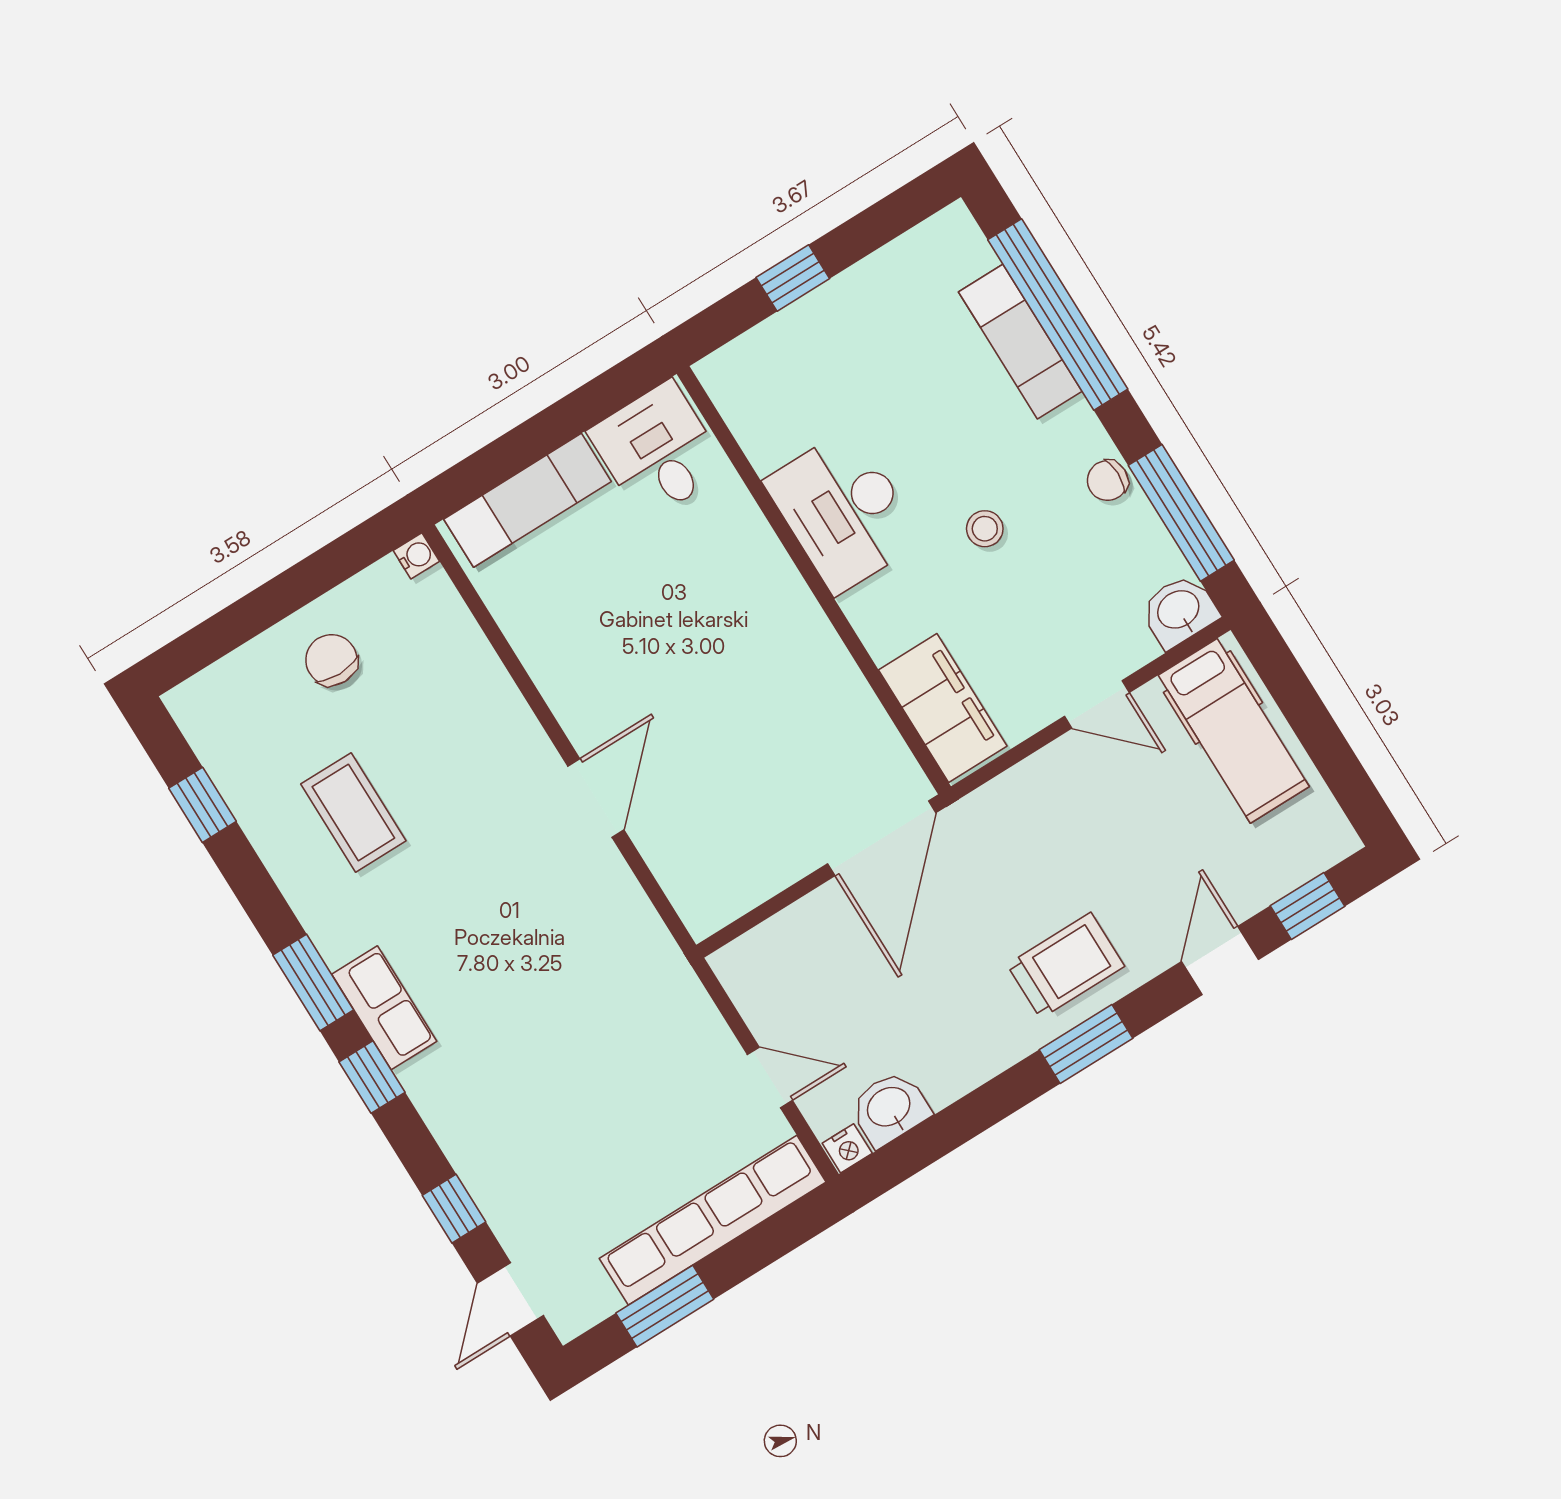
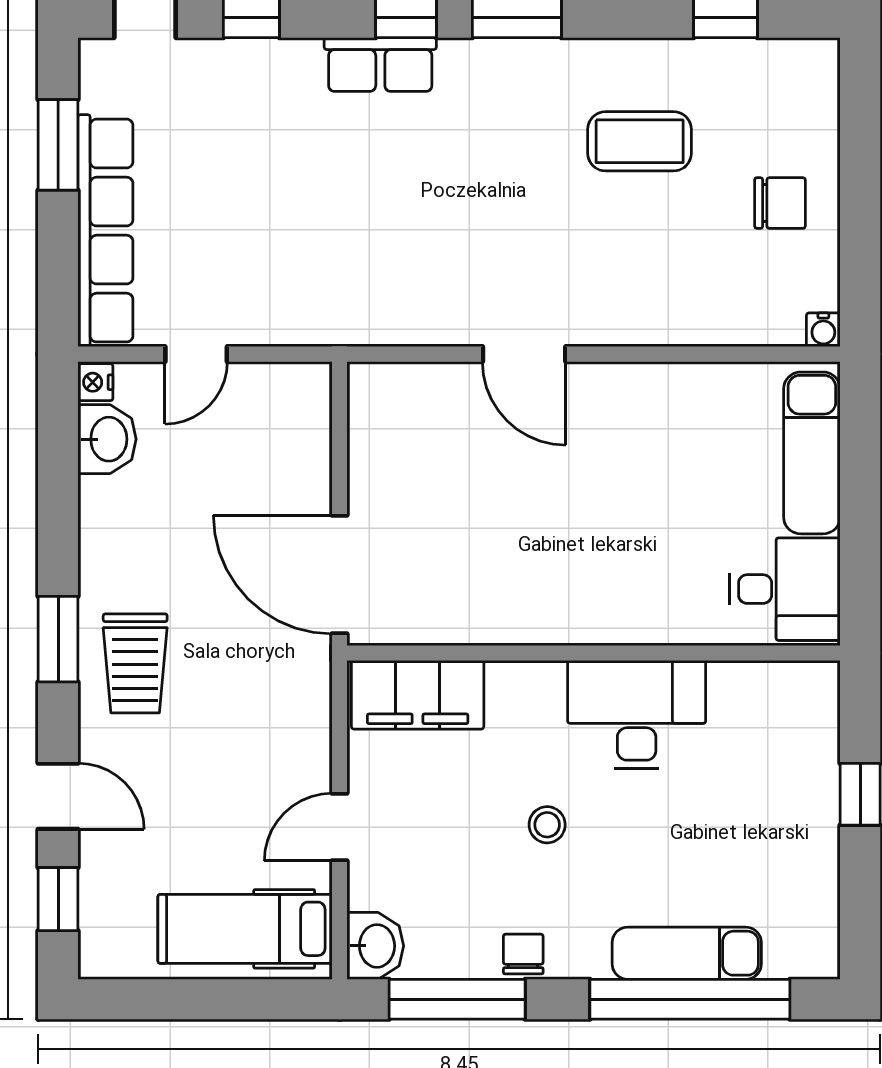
row of seats: (384, 1008) -> (380, 65), moved

